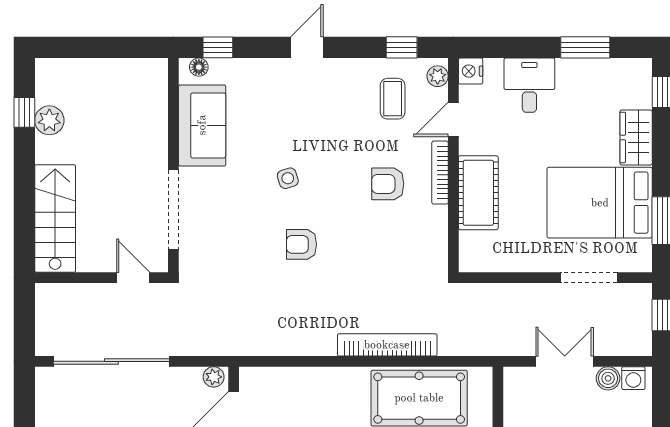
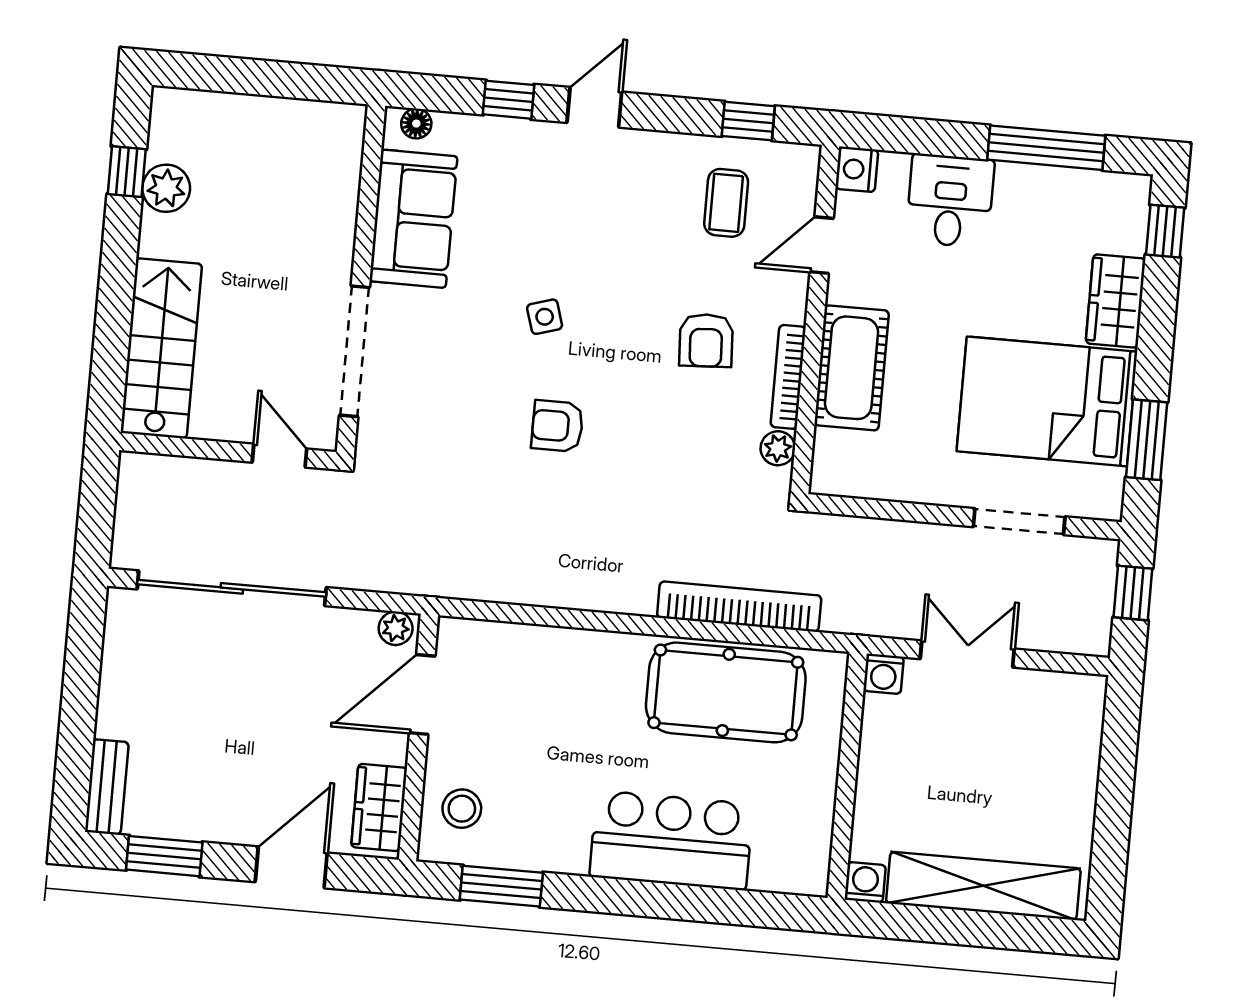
window: (218, 47) -> (509, 100), moved
window: (585, 47) -> (1046, 148), width x1.44
plant: (438, 76) -> (778, 448), moved
bookcase: (440, 173) -> (788, 377), moved
armchair: (388, 184) -> (706, 340), turned -93
bookcase: (387, 345) -> (739, 607), moved
boiler: (608, 378) -> (1035, 688), removed
washing machine: (633, 378) -> (884, 674), moved

